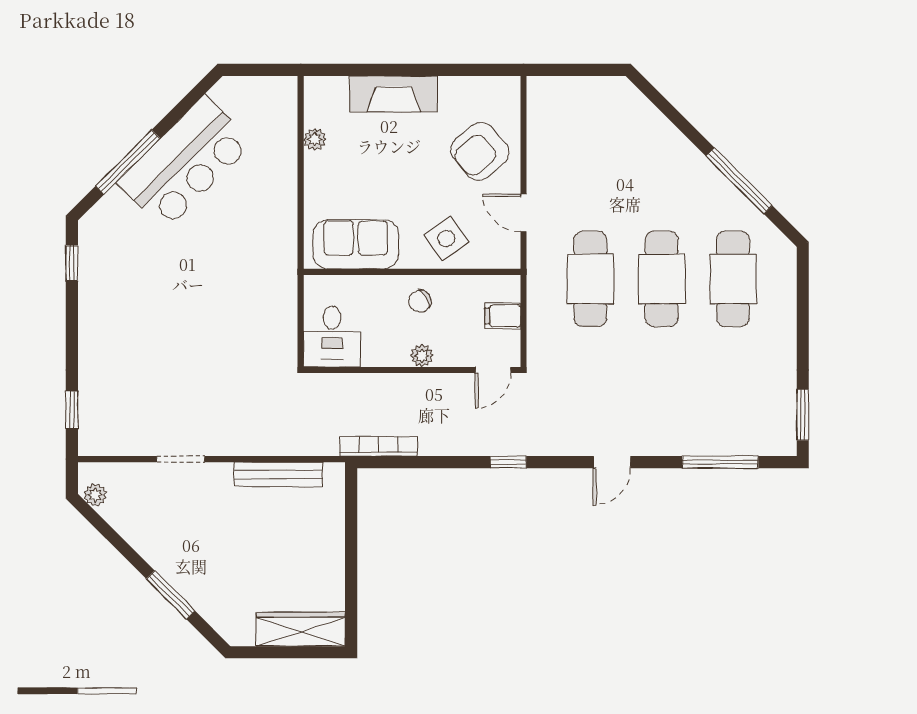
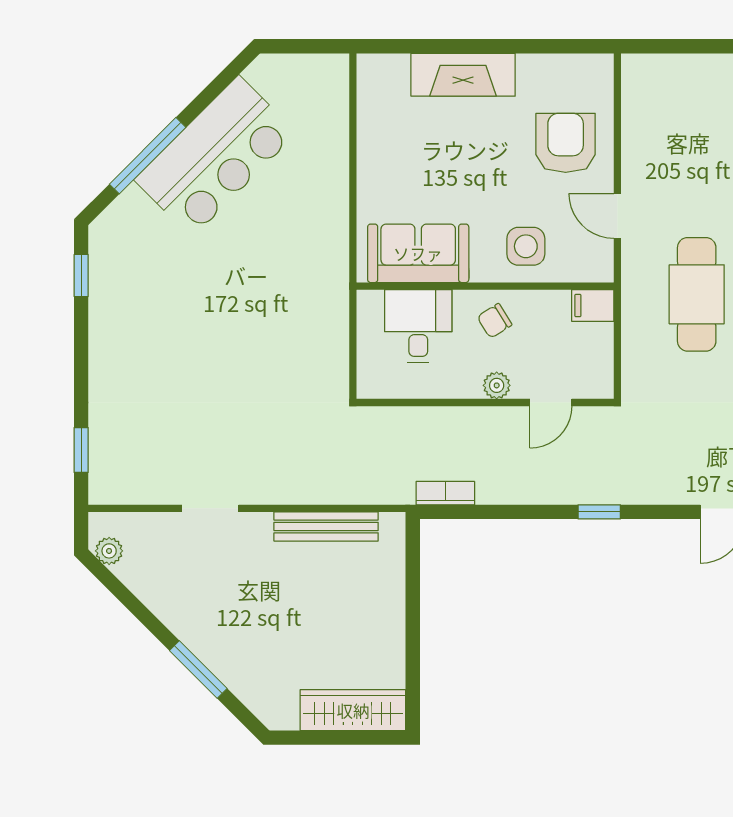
plant: (315, 139) -> (370, 129), removed
armchair: (480, 151) -> (566, 143), turned 130
side table: (446, 238) -> (526, 246), turned 35
filing cabinet: (503, 316) -> (593, 305), moved
desk: (332, 336) -> (418, 326), moved, turned 180
door: (493, 370) -> (551, 402), moved
bookcase: (379, 446) -> (445, 493), width x0.64

